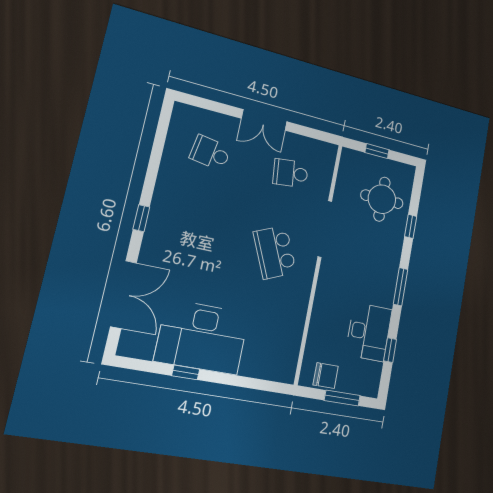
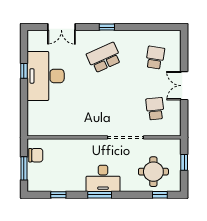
window: (411, 226) -> (160, 195), moved
school desk: (275, 252) -> (104, 58), moved
double door: (124, 294) -> (61, 27), width x0.73
desk: (369, 332) -> (103, 178), moved
chair: (326, 376) -> (36, 155), turned -90

